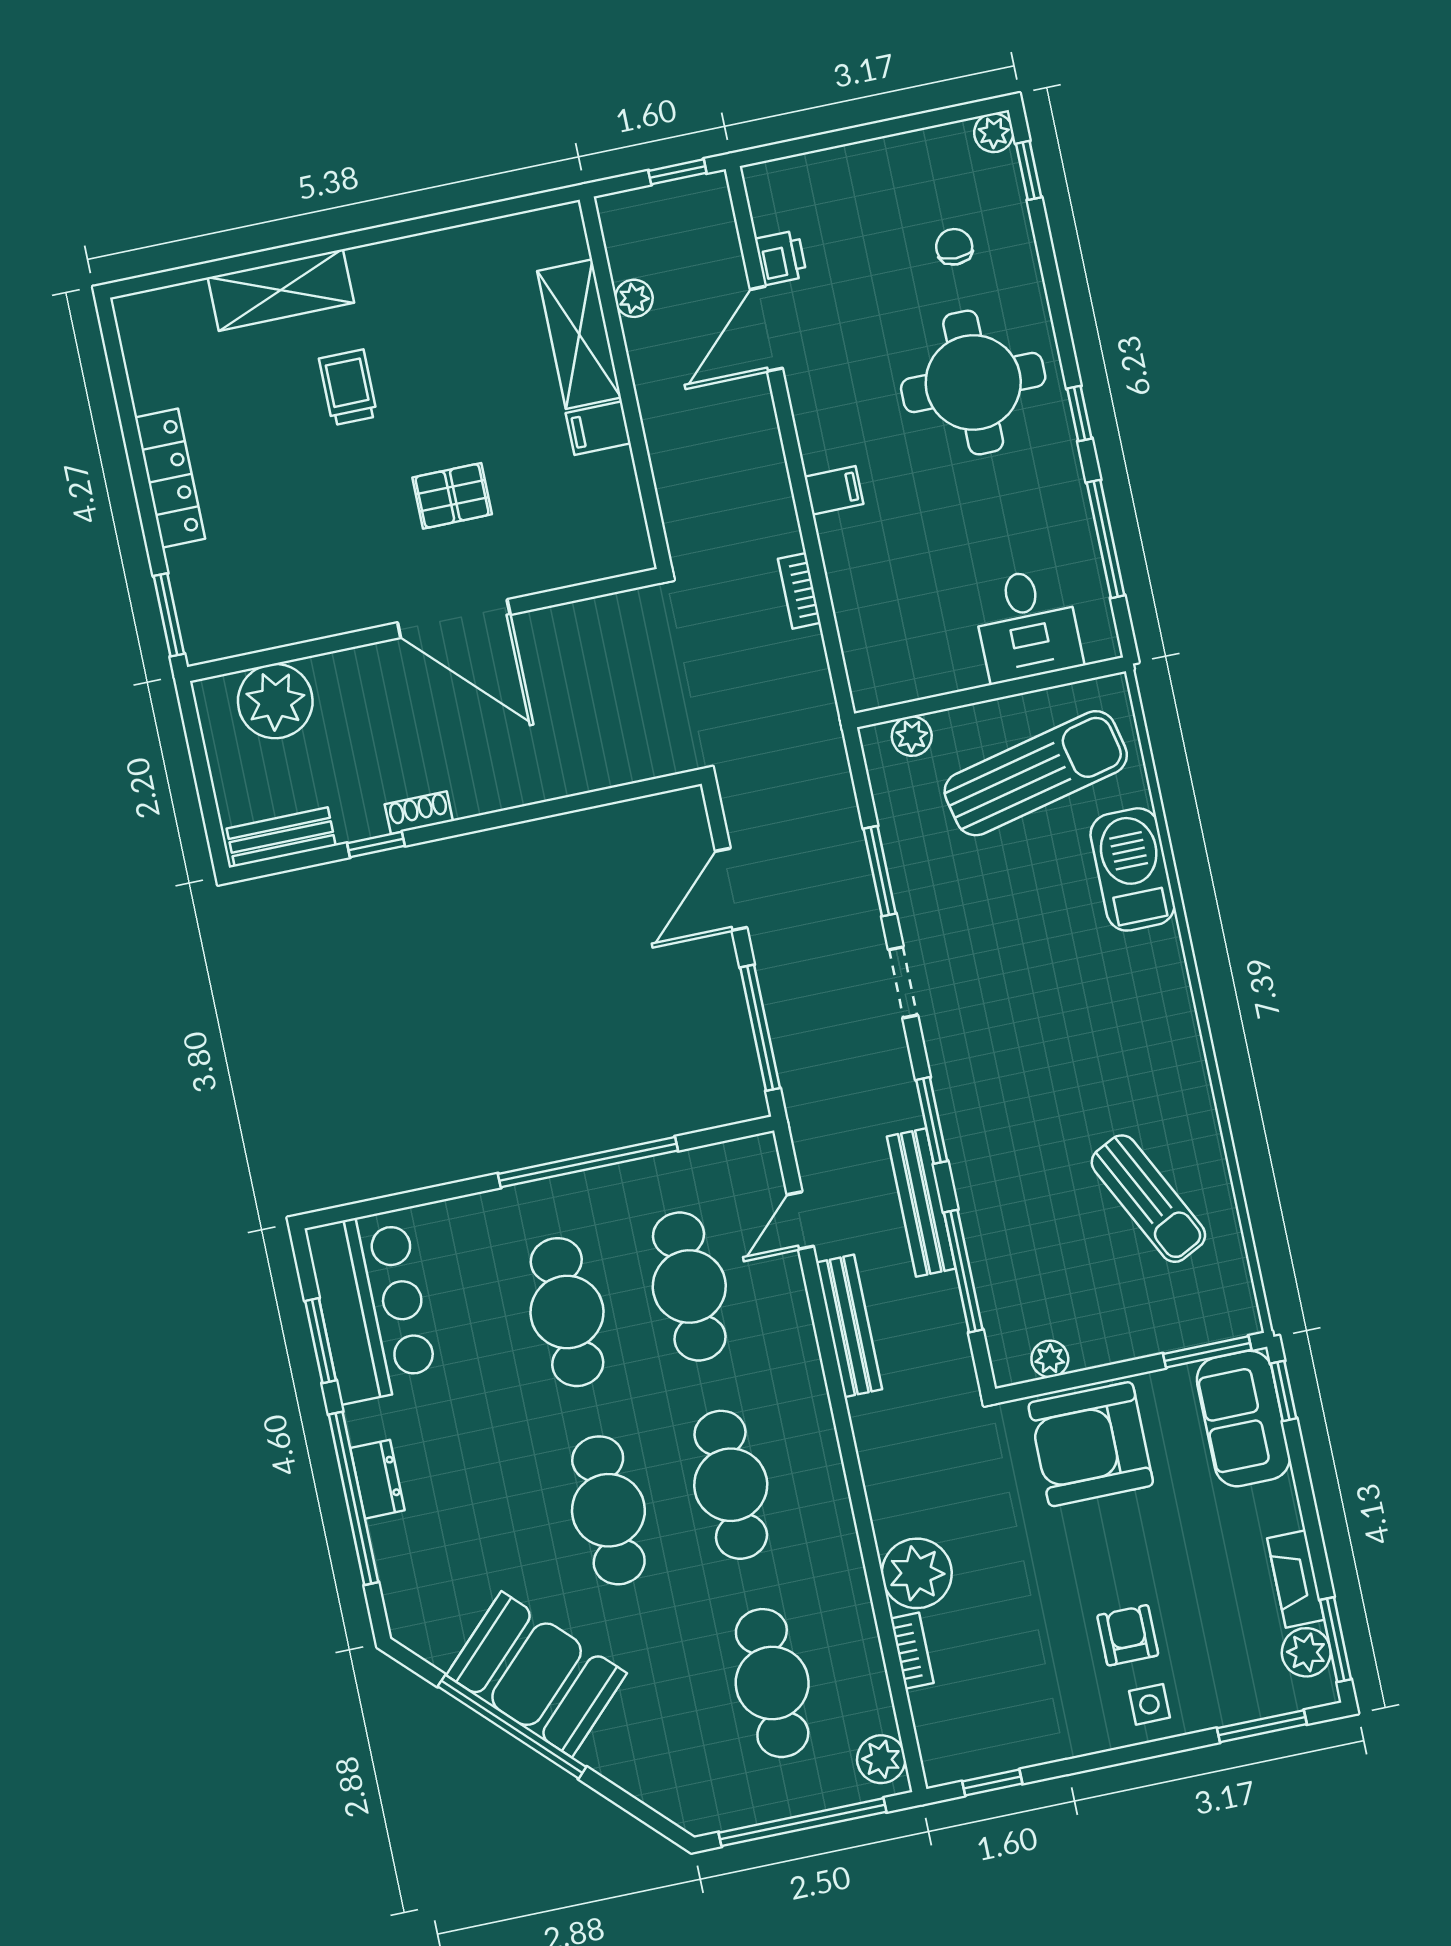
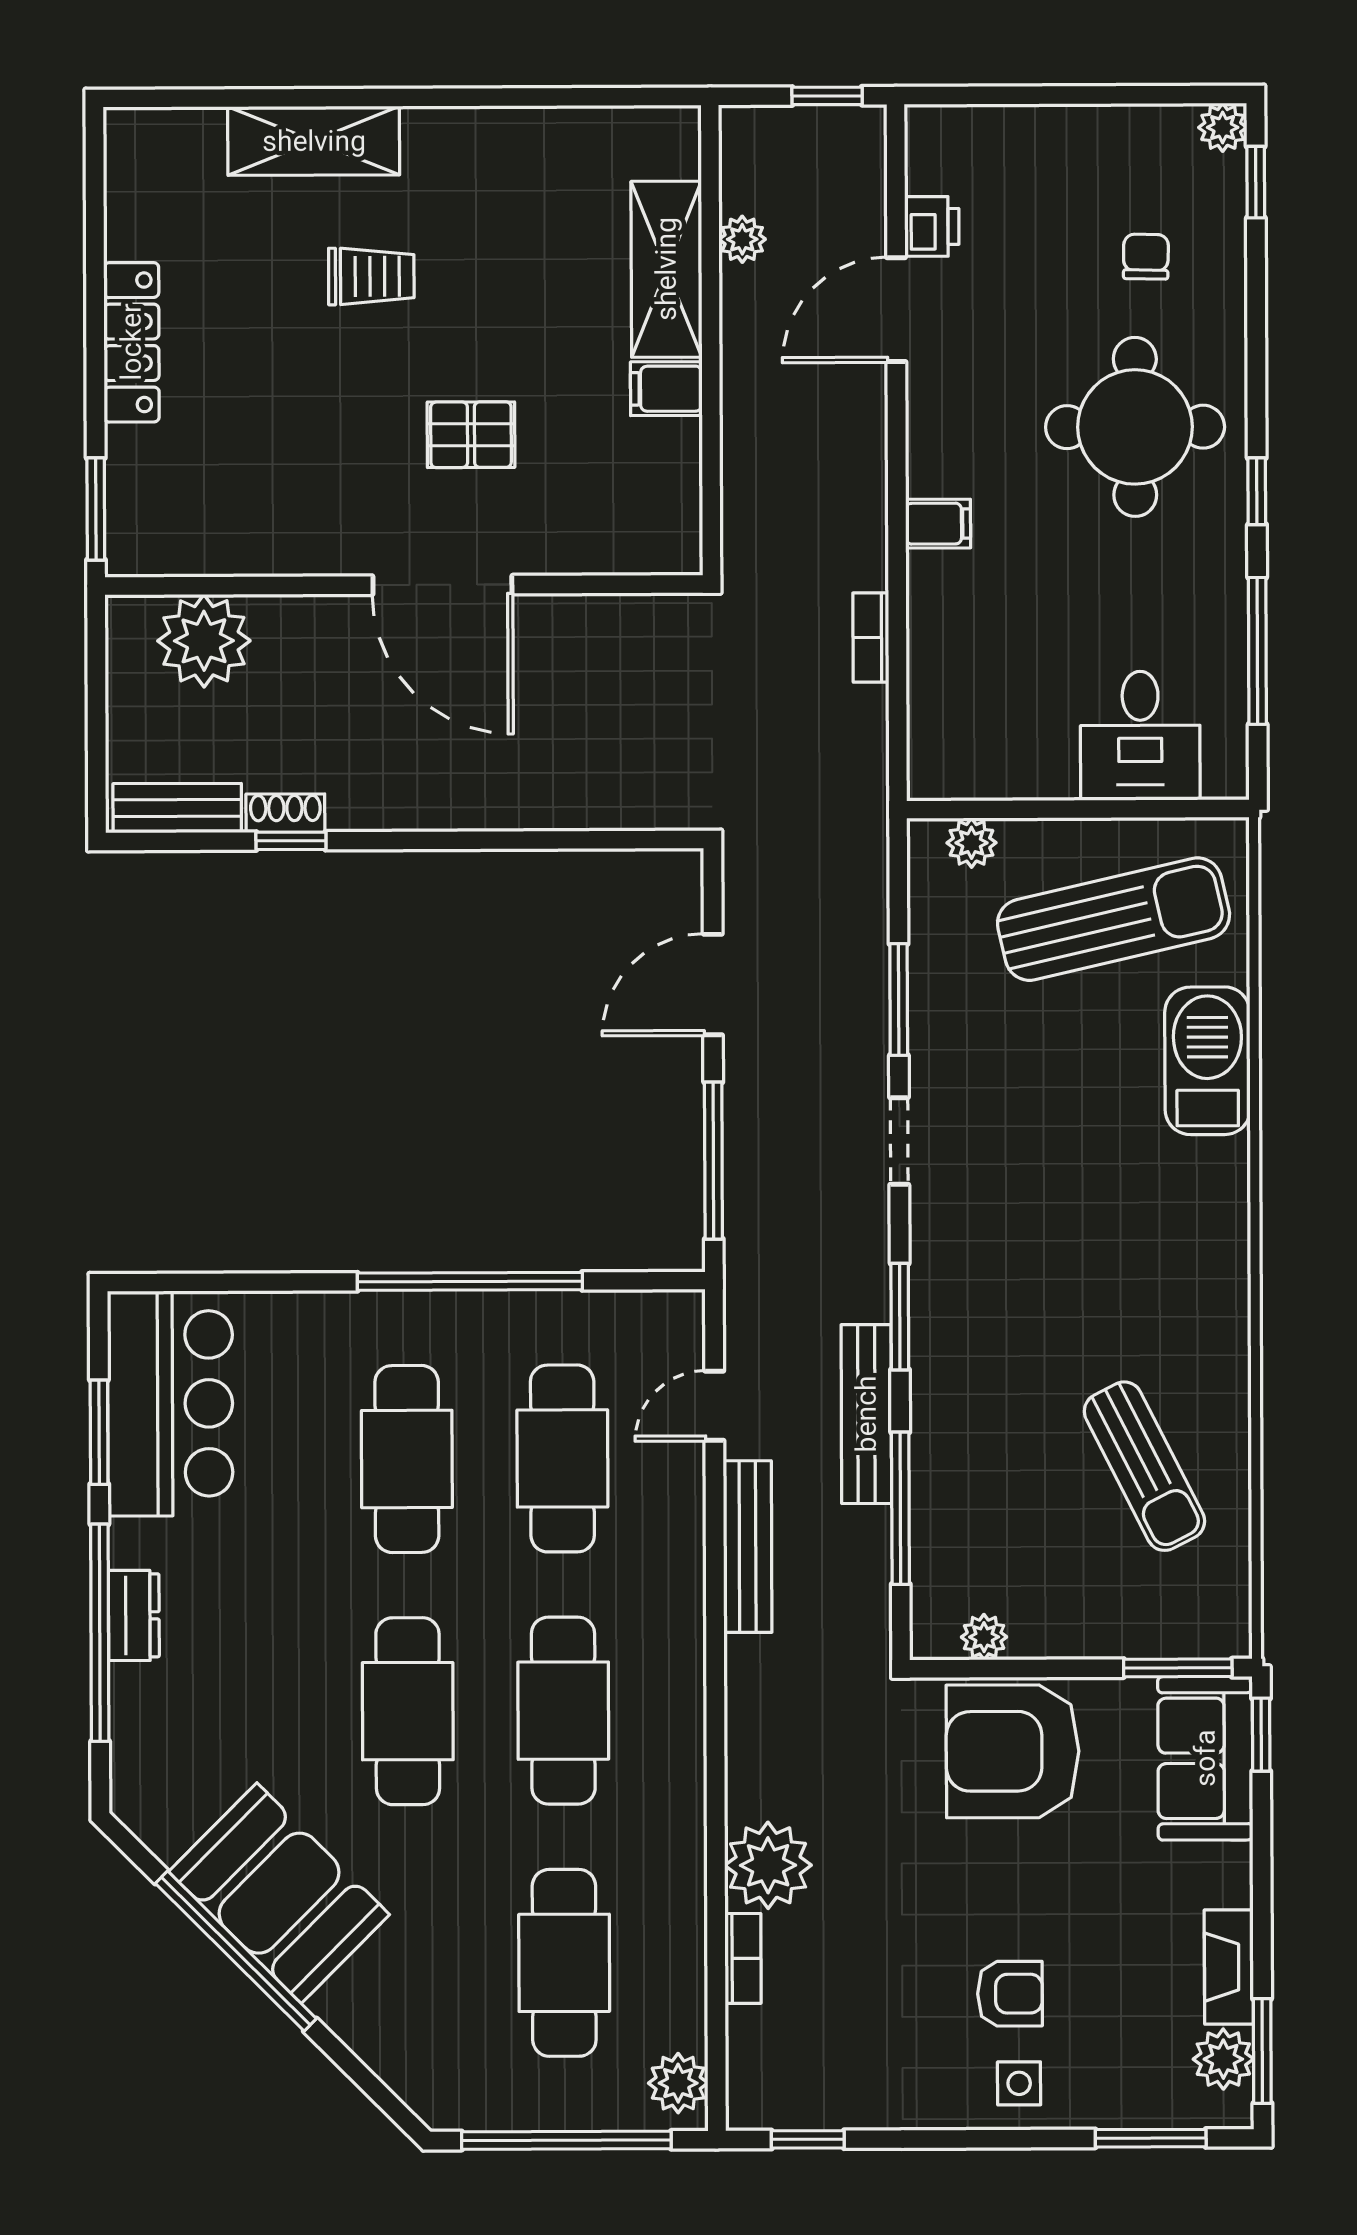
trolley: (348, 387) -> (371, 276), turned 90
shoe rack: (419, 813) -> (285, 813), moved
armchair: (1128, 1635) -> (1010, 1994), turned 90

